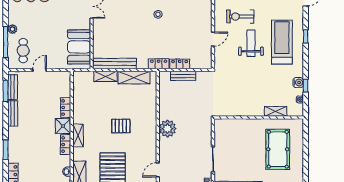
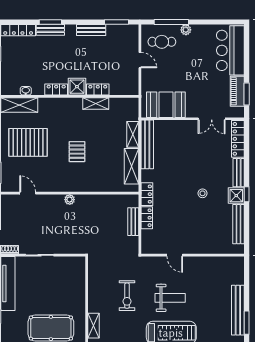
exercise bike: (240, 17) -> (127, 296), moved, turned 180
bench: (13, 87) -> (50, 30), moved
plant: (168, 129) -> (70, 200), width x0.53, depth x0.53
shelving: (78, 135) -> (96, 103), moved

